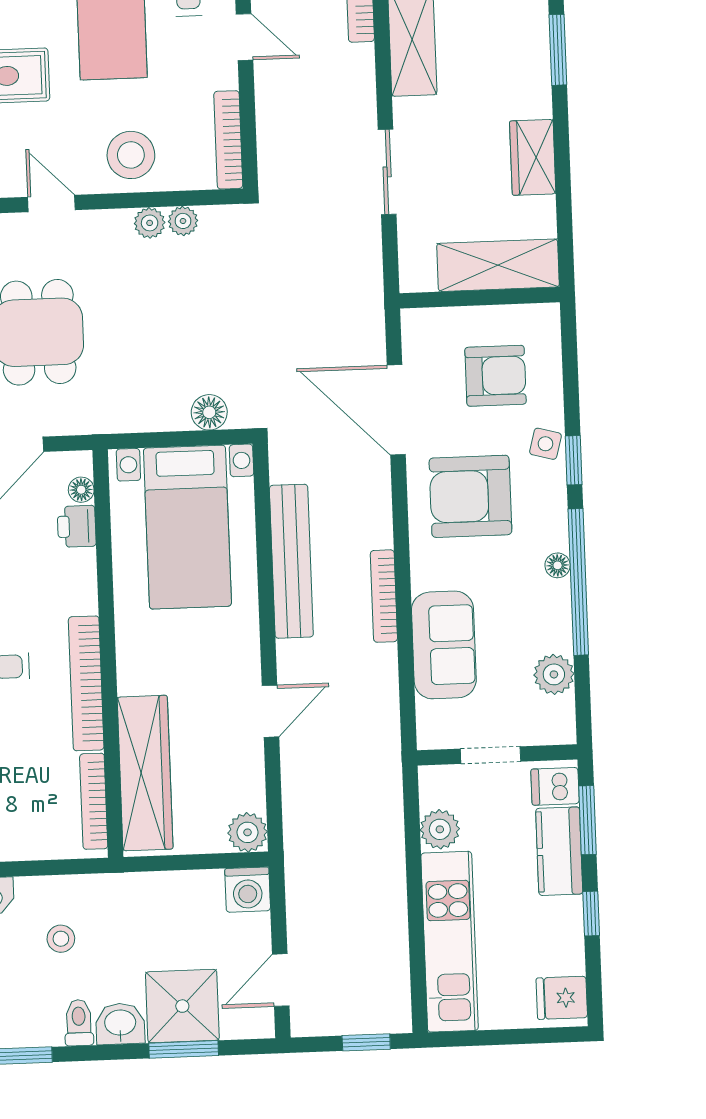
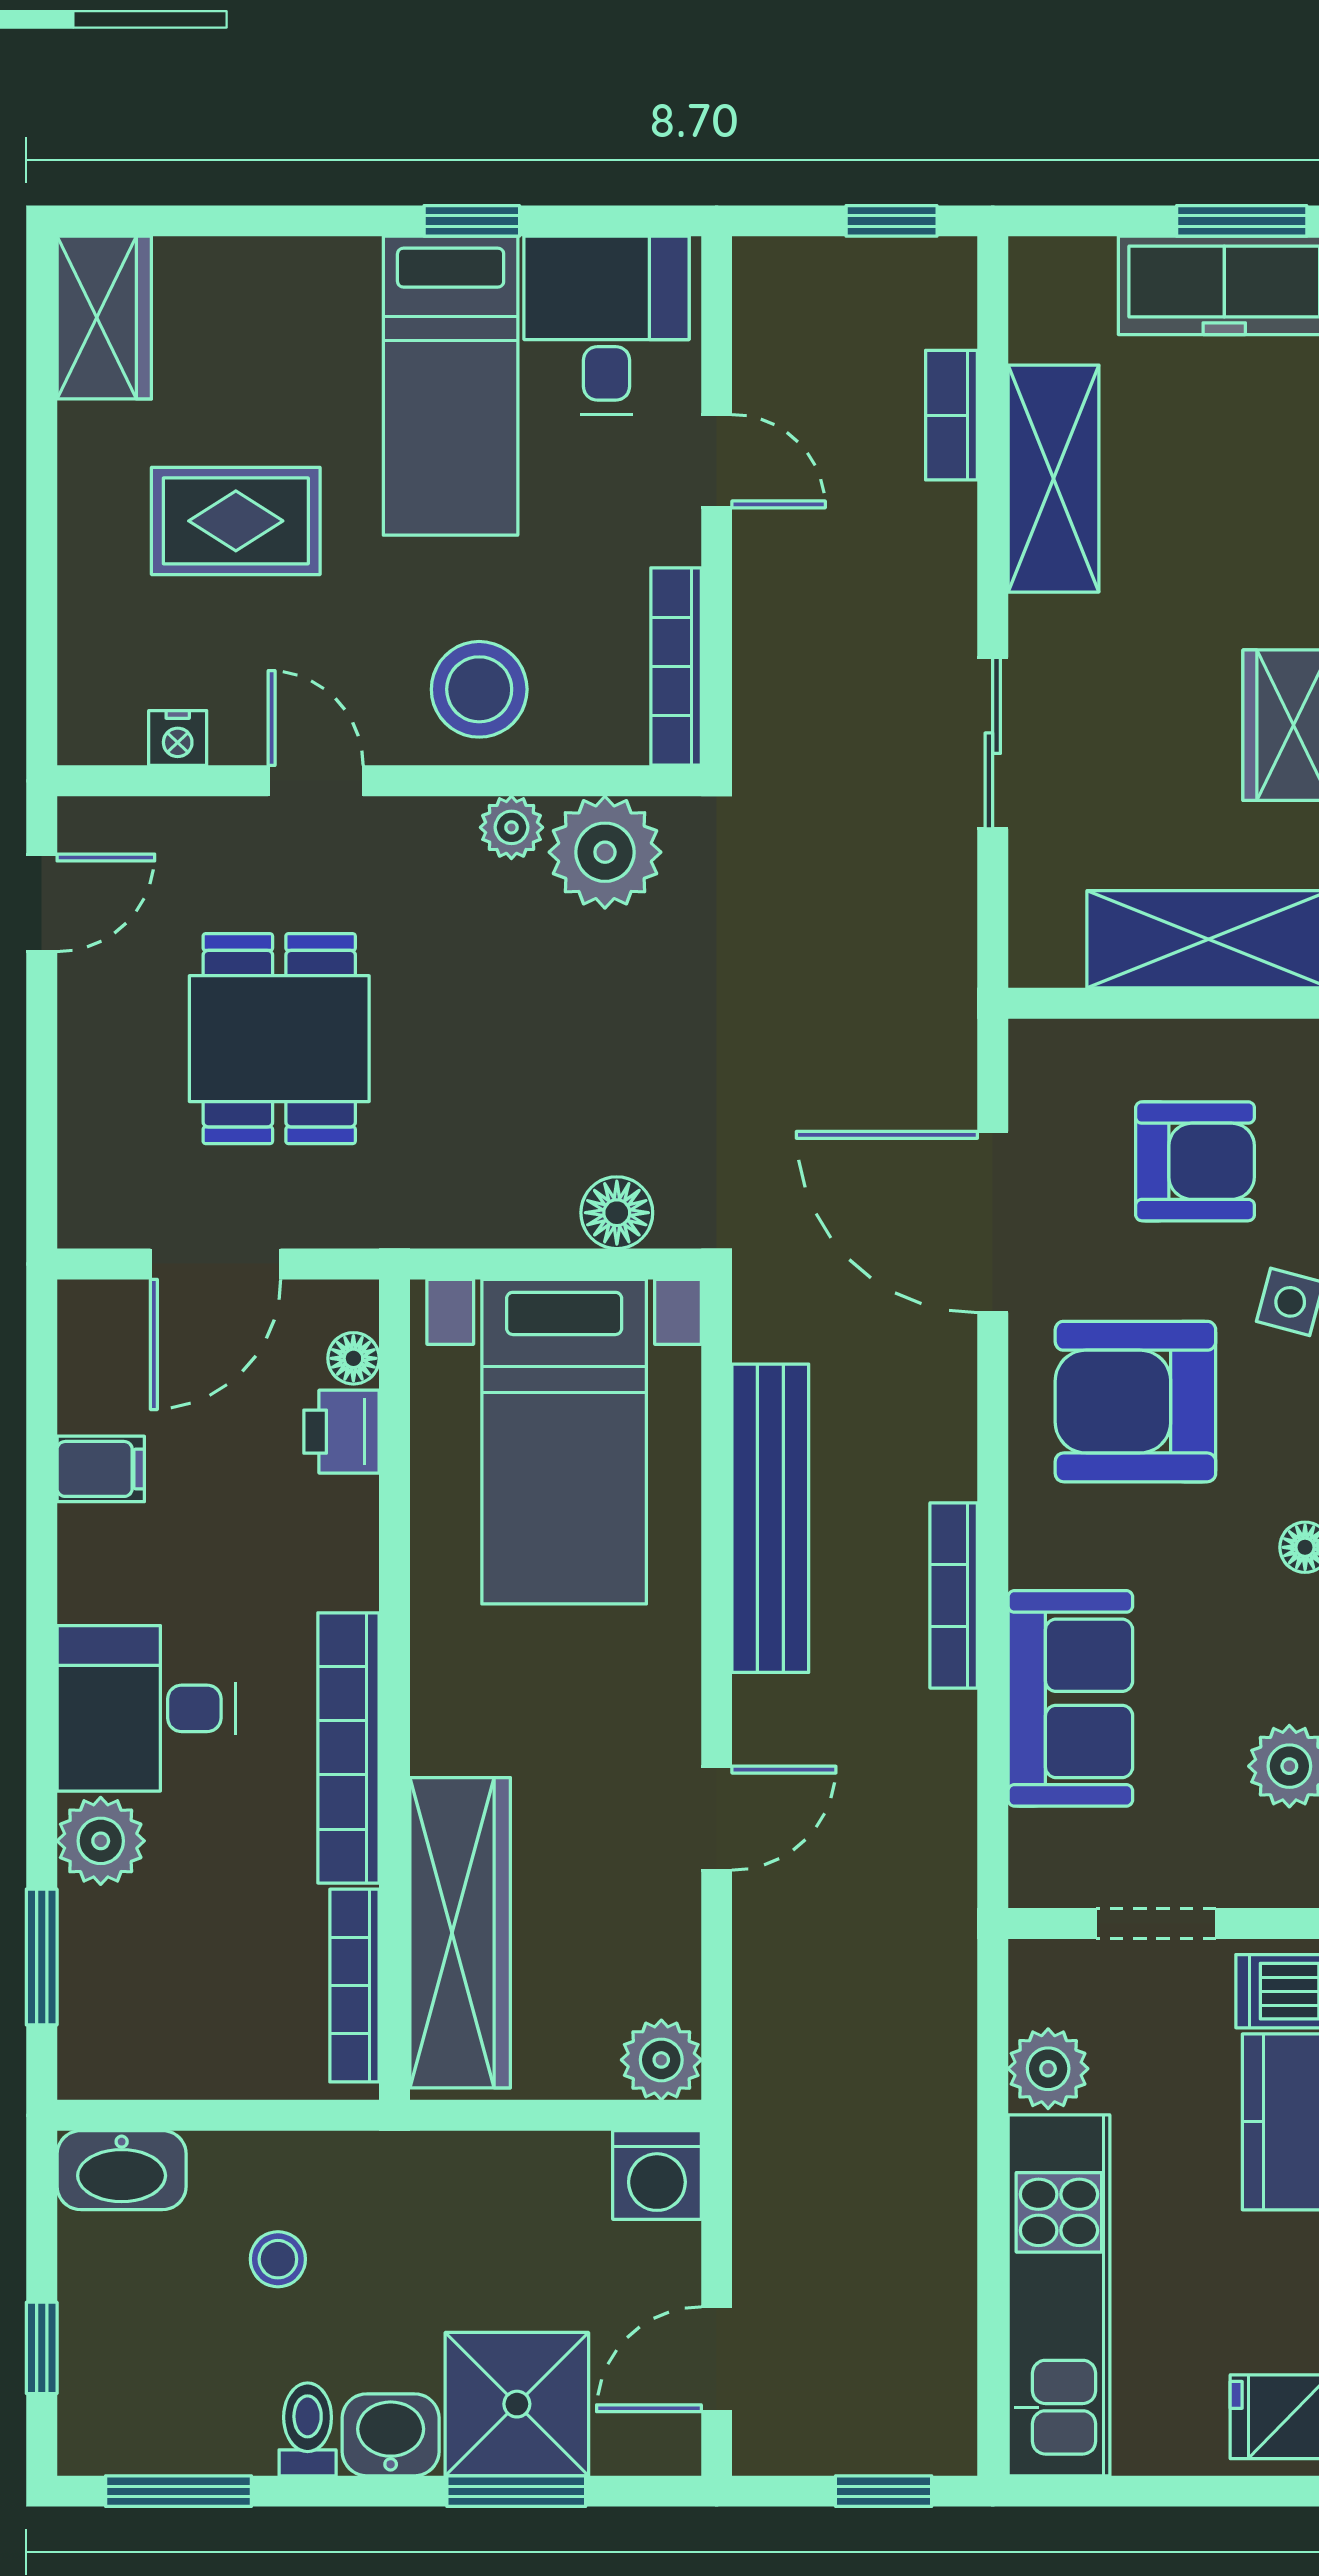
plant: (183, 221) -> (605, 852), width x1.88, depth x1.88

